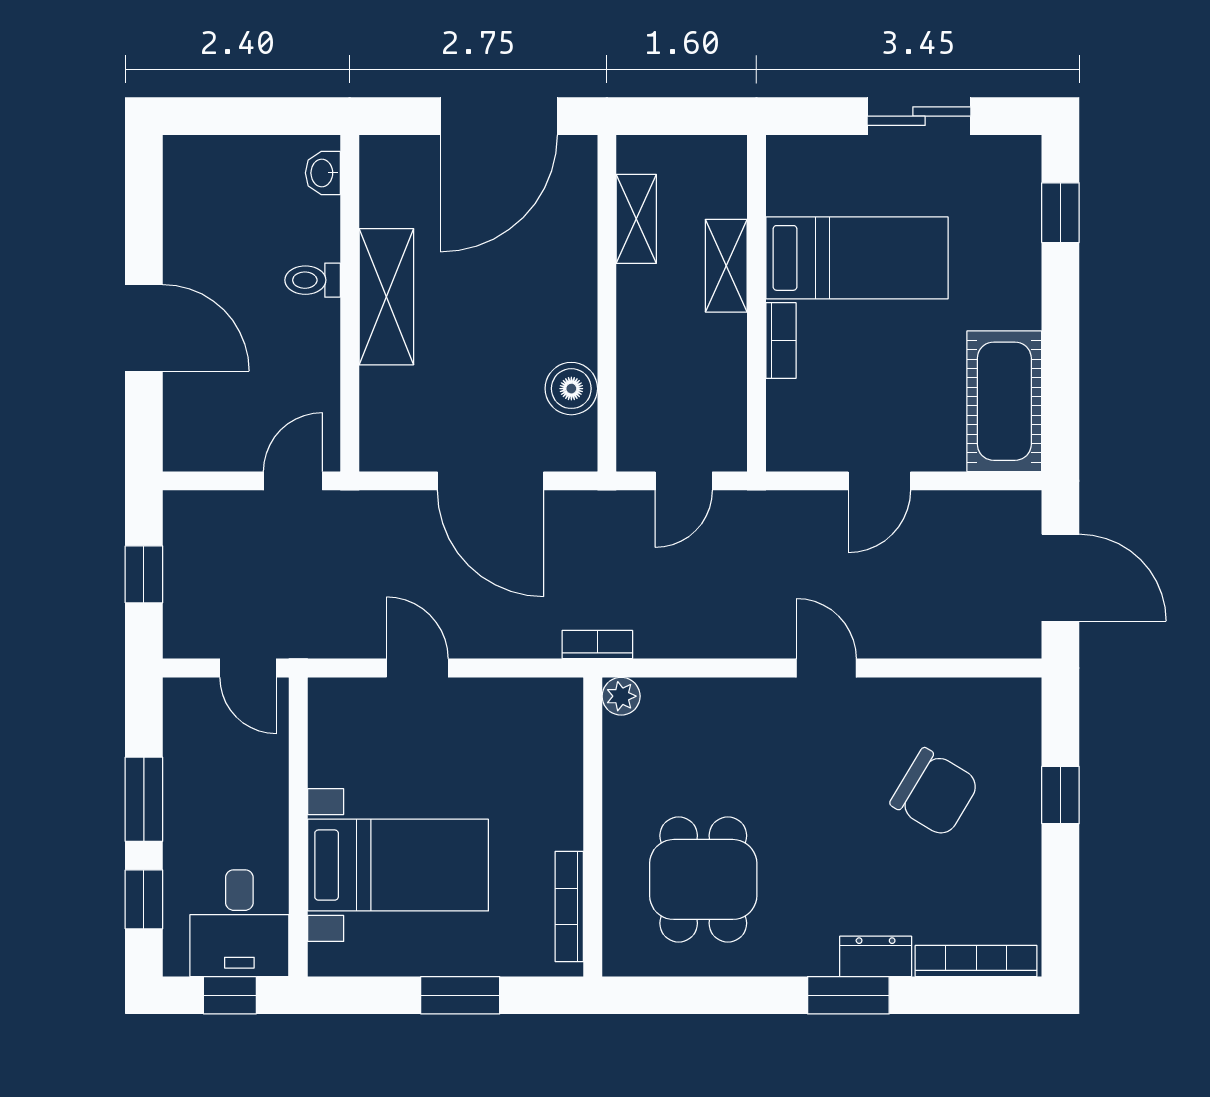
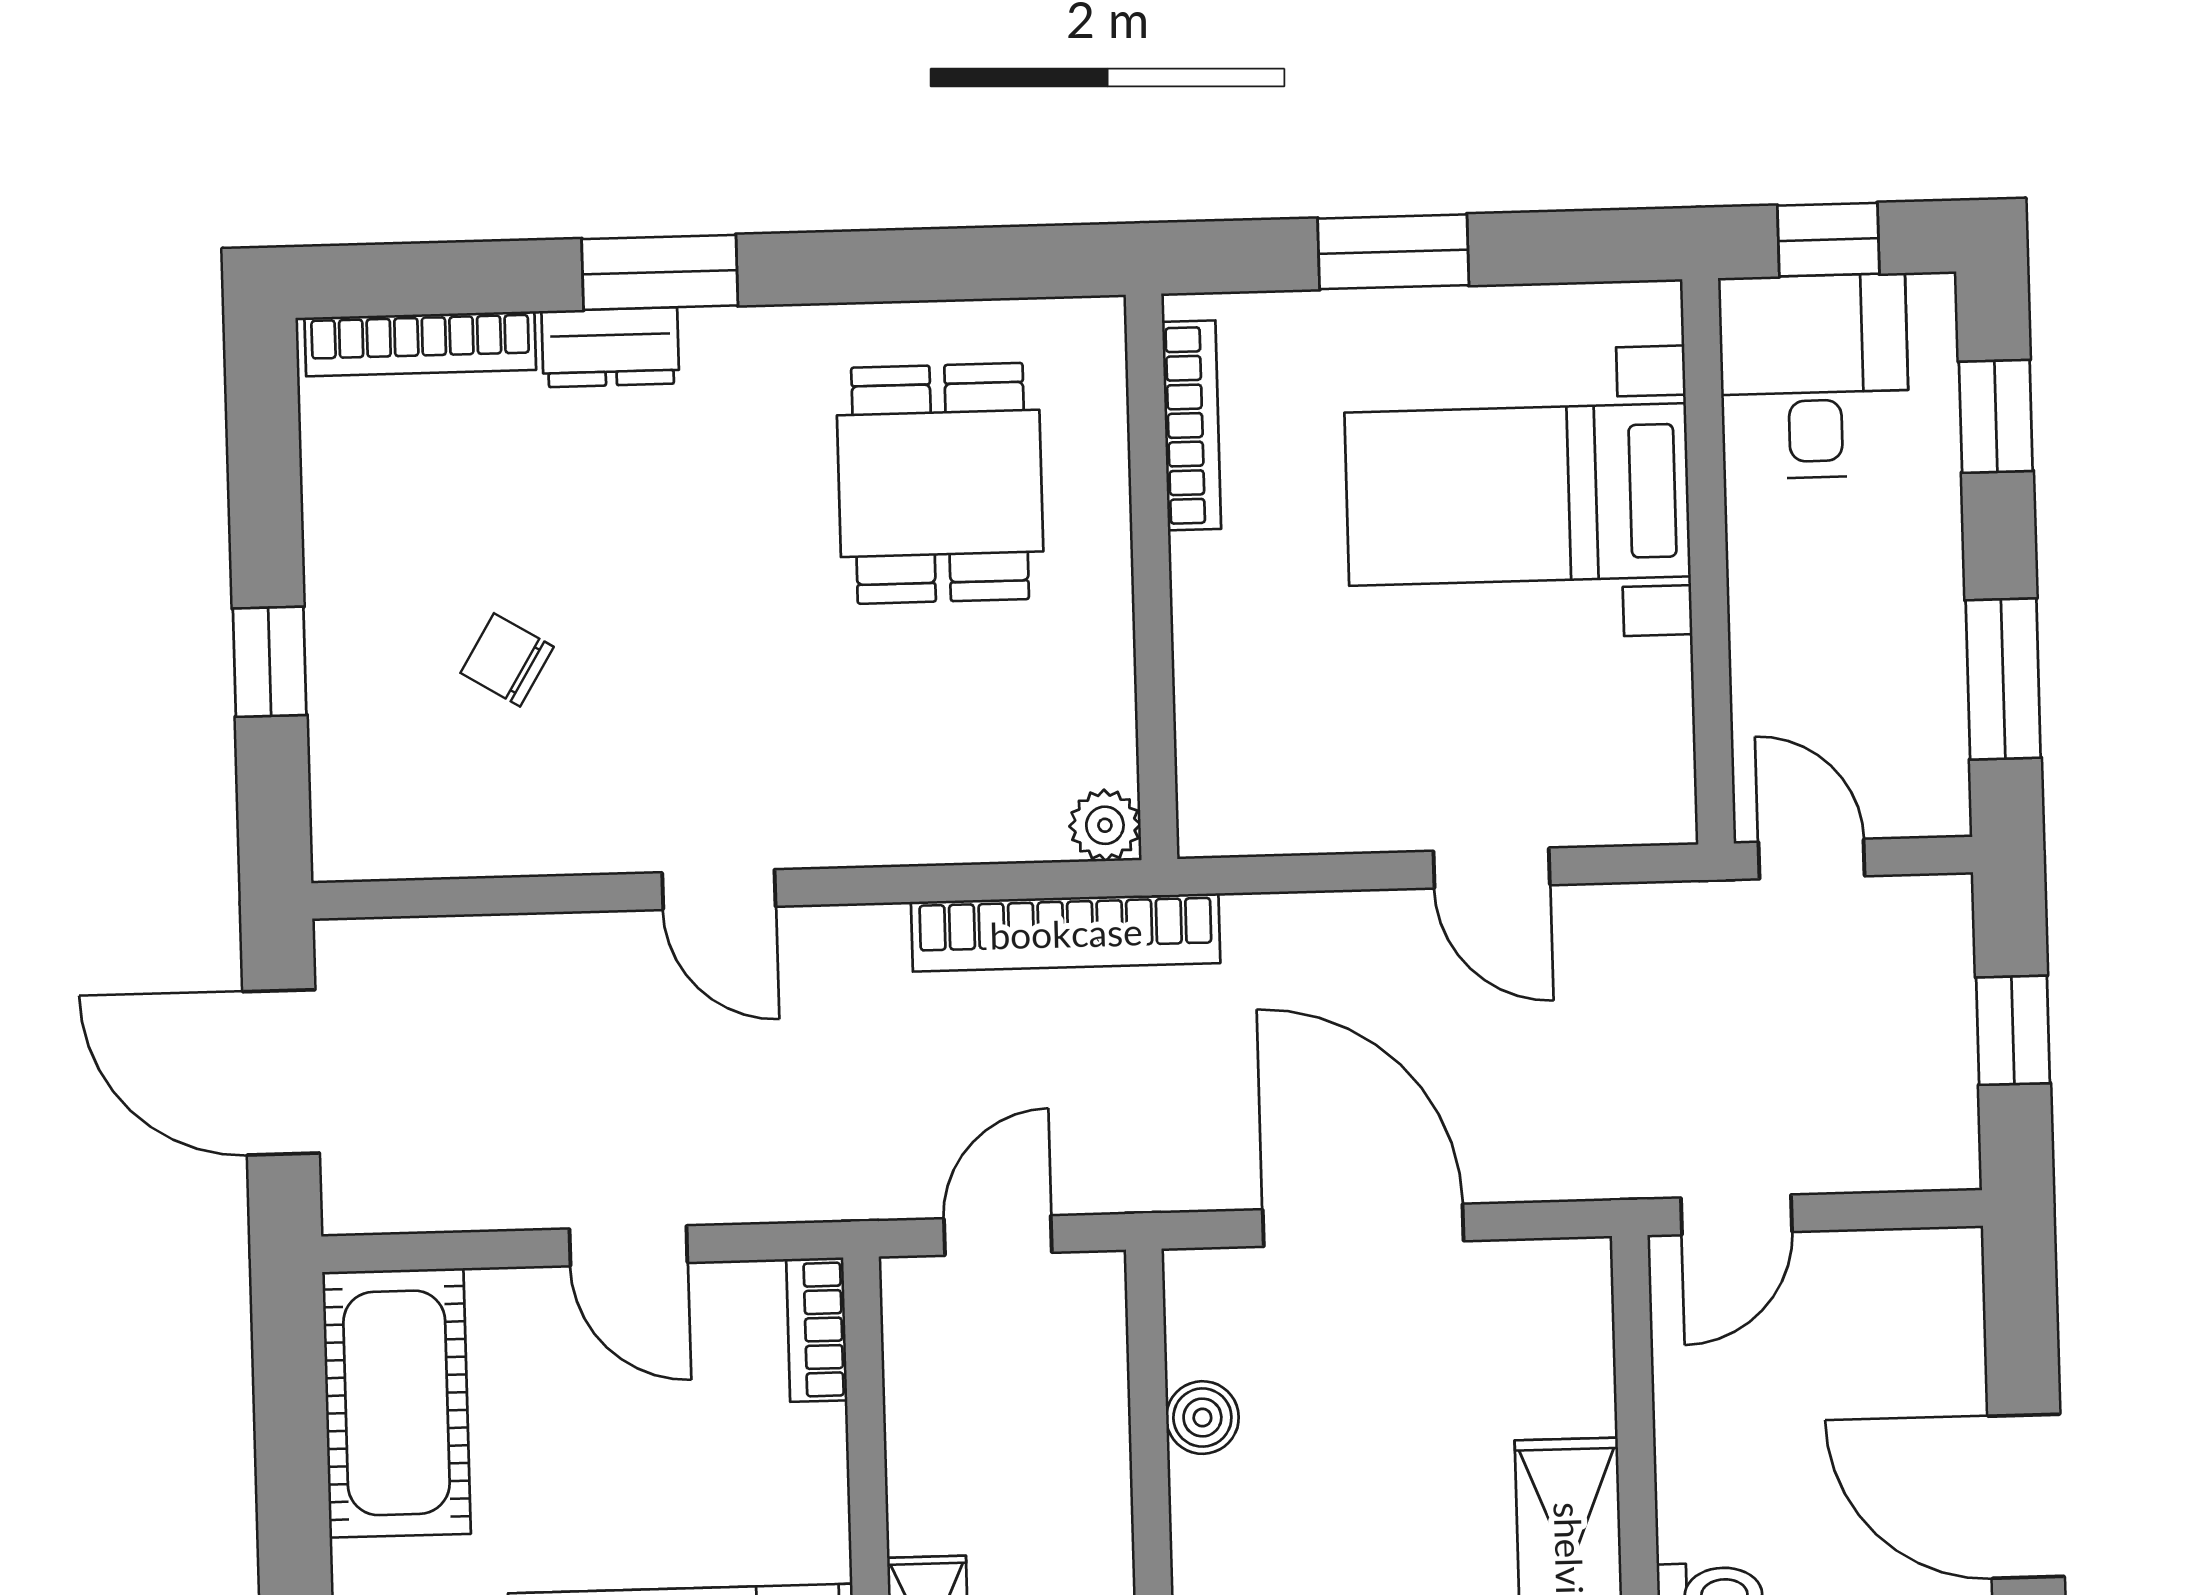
bookcase: (781, 340) -> (817, 1330), moved
boiler: (571, 389) -> (1202, 1418), width x0.73, depth x0.73
door: (879, 481) -> (628, 1246), swing flipped
bookcase: (597, 645) -> (1066, 933), width x2.31, depth x1.31
chair: (935, 793) -> (507, 660), width x0.54, depth x0.54
window: (144, 799) -> (2003, 679), moved

